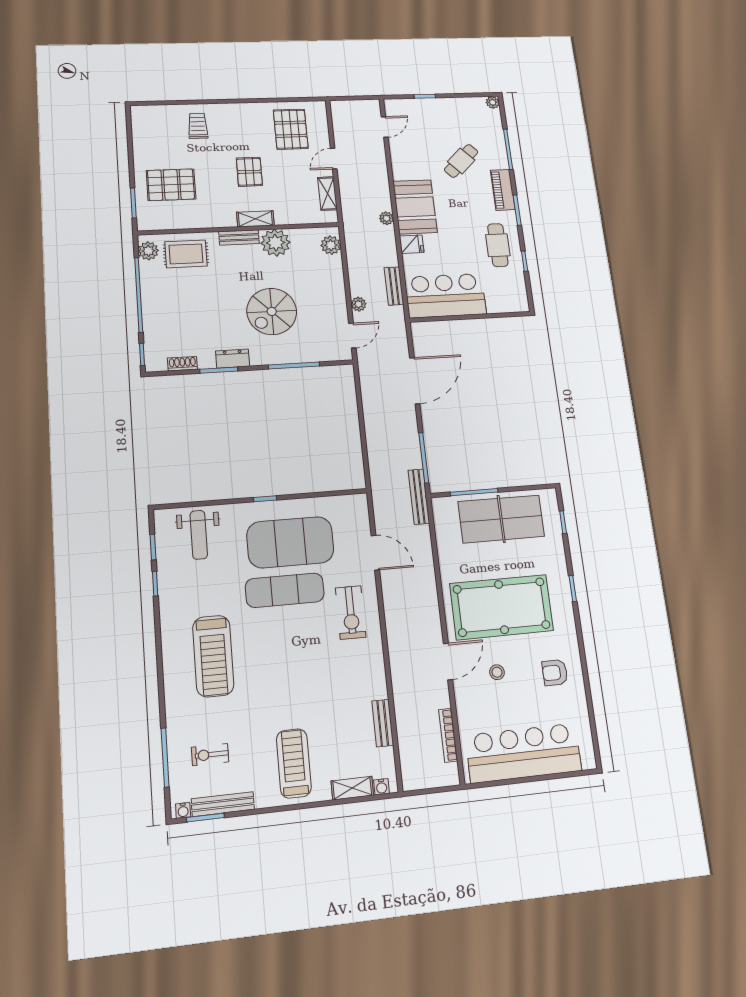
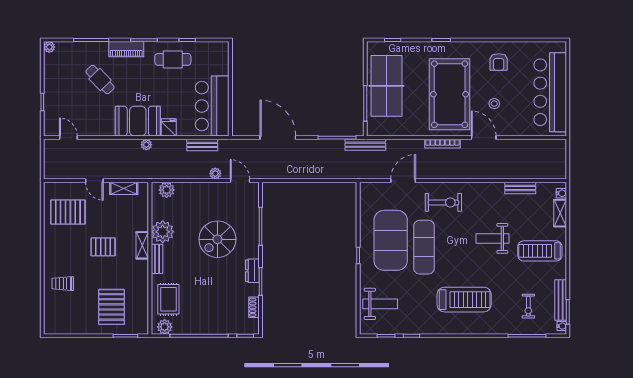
spiral stairs: (272, 311) -> (217, 239), turned 90
weight bench: (306, 689) -> (492, 238), added
bookcase: (448, 735) -> (442, 144), moved

